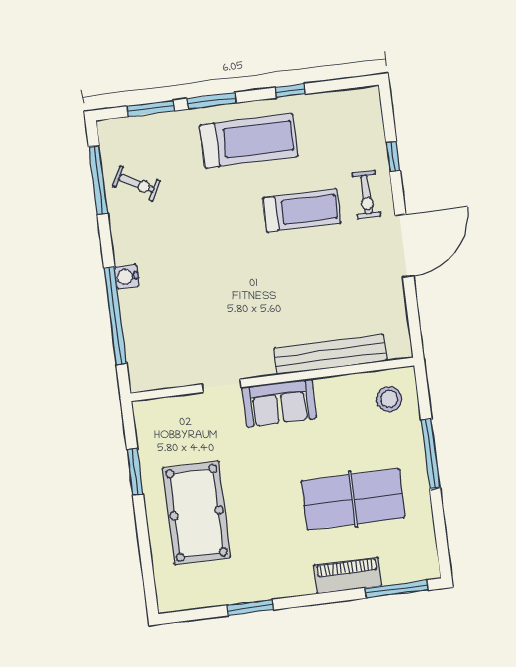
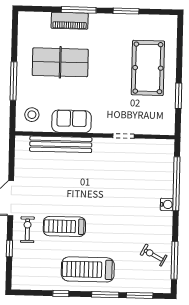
sofa: (279, 403) -> (71, 121), moved
window: (397, 589) -> (79, 10), moved

